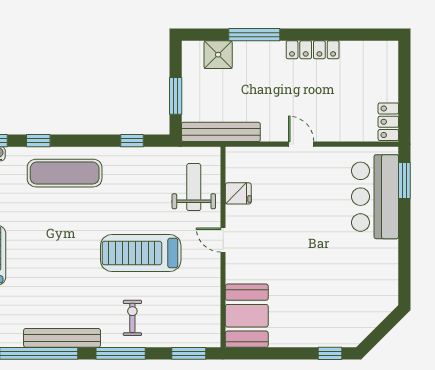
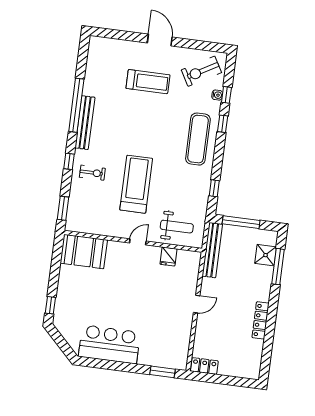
window: (254, 35) -> (278, 267), moved
window: (176, 96) -> (241, 222), width x1.44
bar counter: (375, 197) -> (109, 344), moved
window: (121, 353) -> (69, 161), width x0.46

